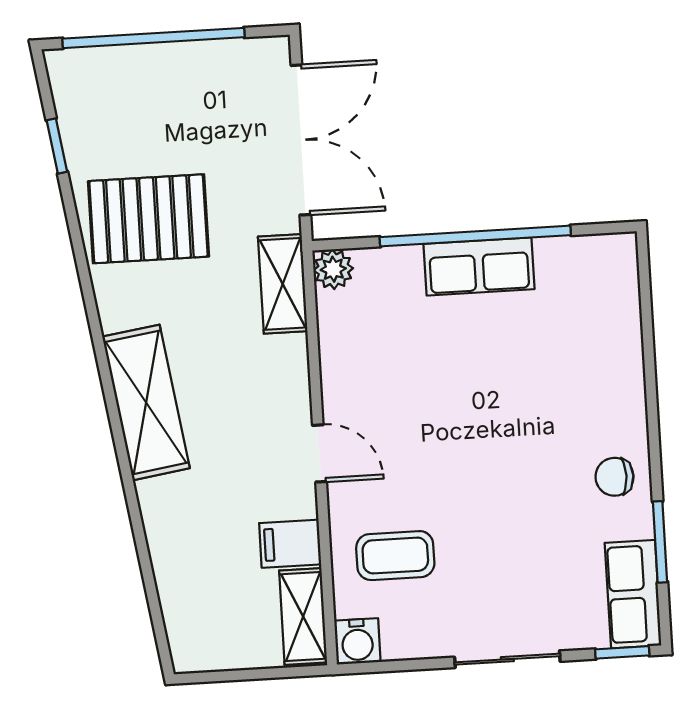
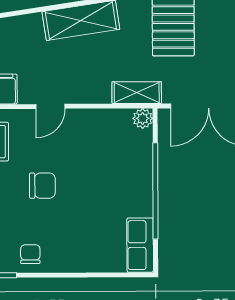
row of seats: (479, 266) -> (140, 245), moved
chair: (477, 460) -> (42, 186), added

